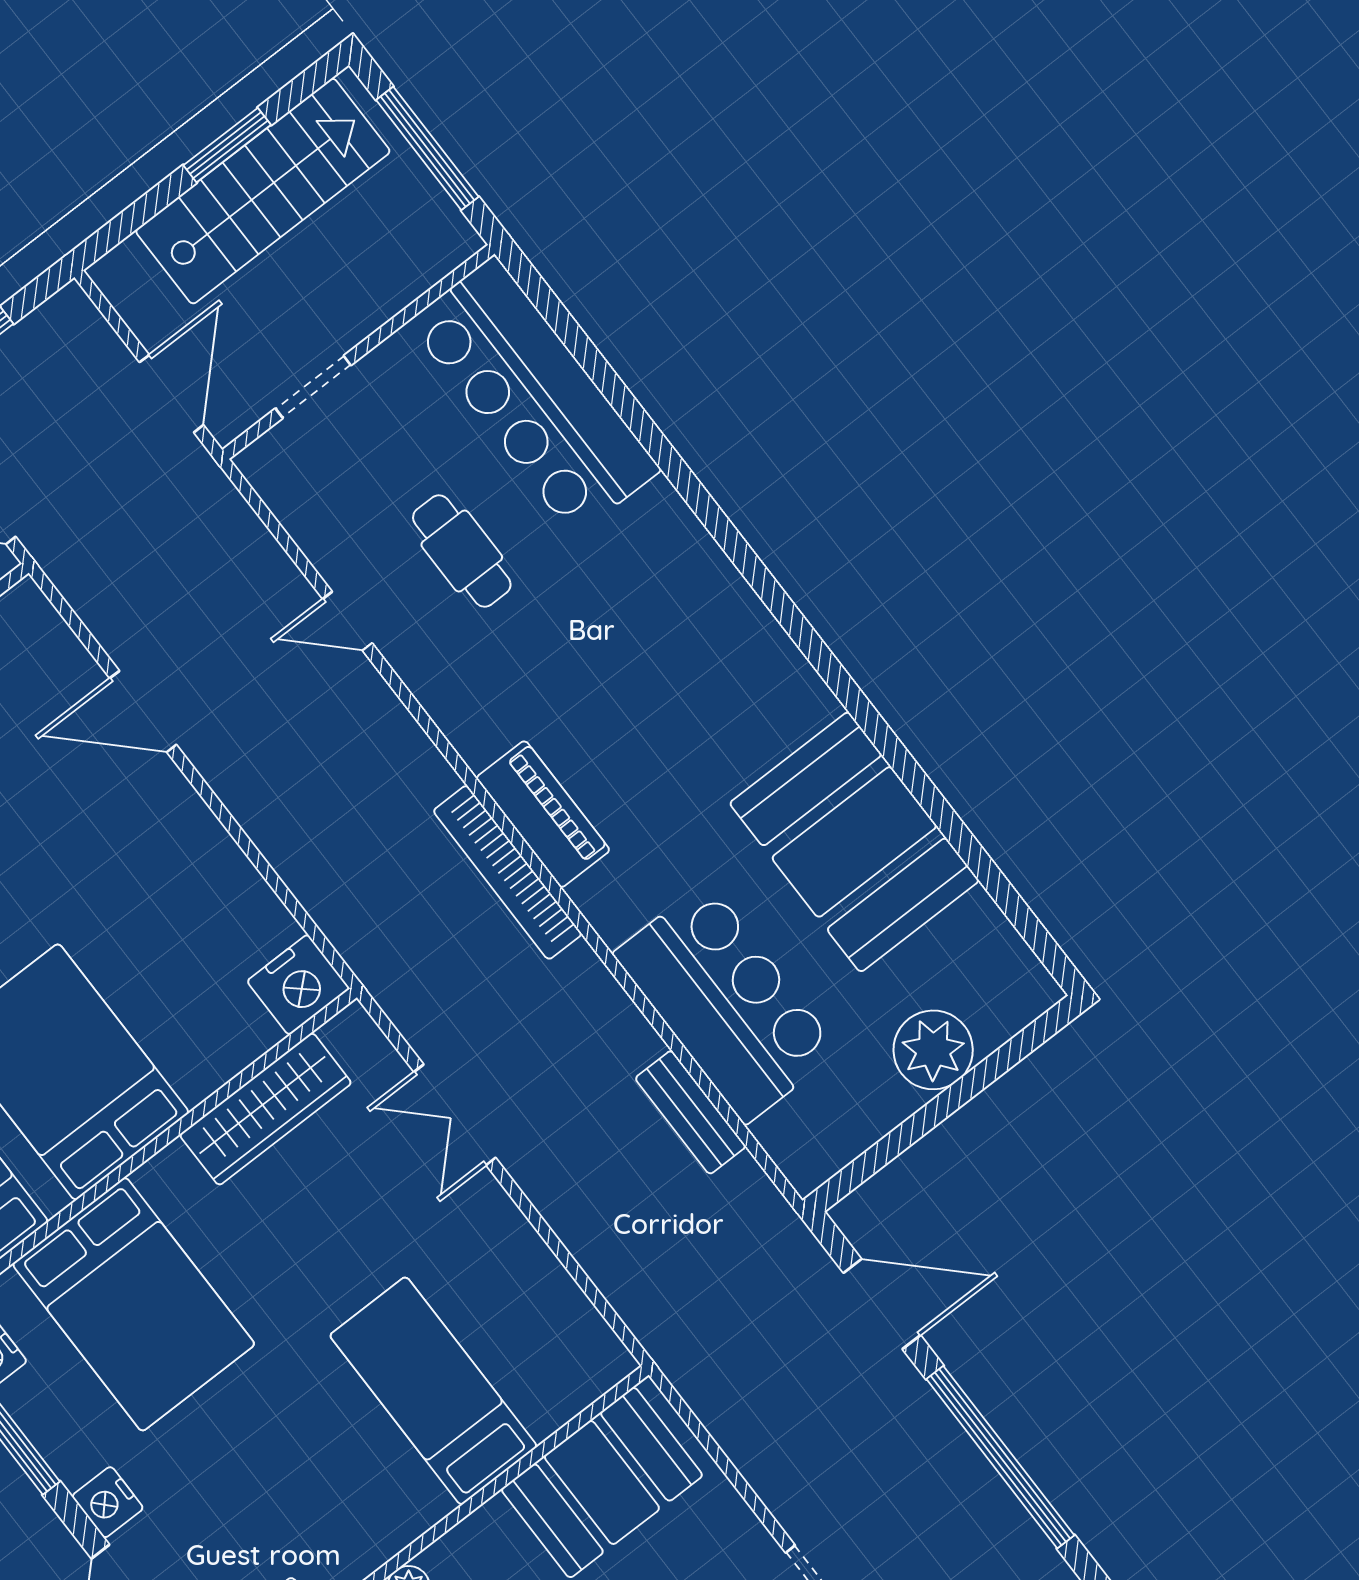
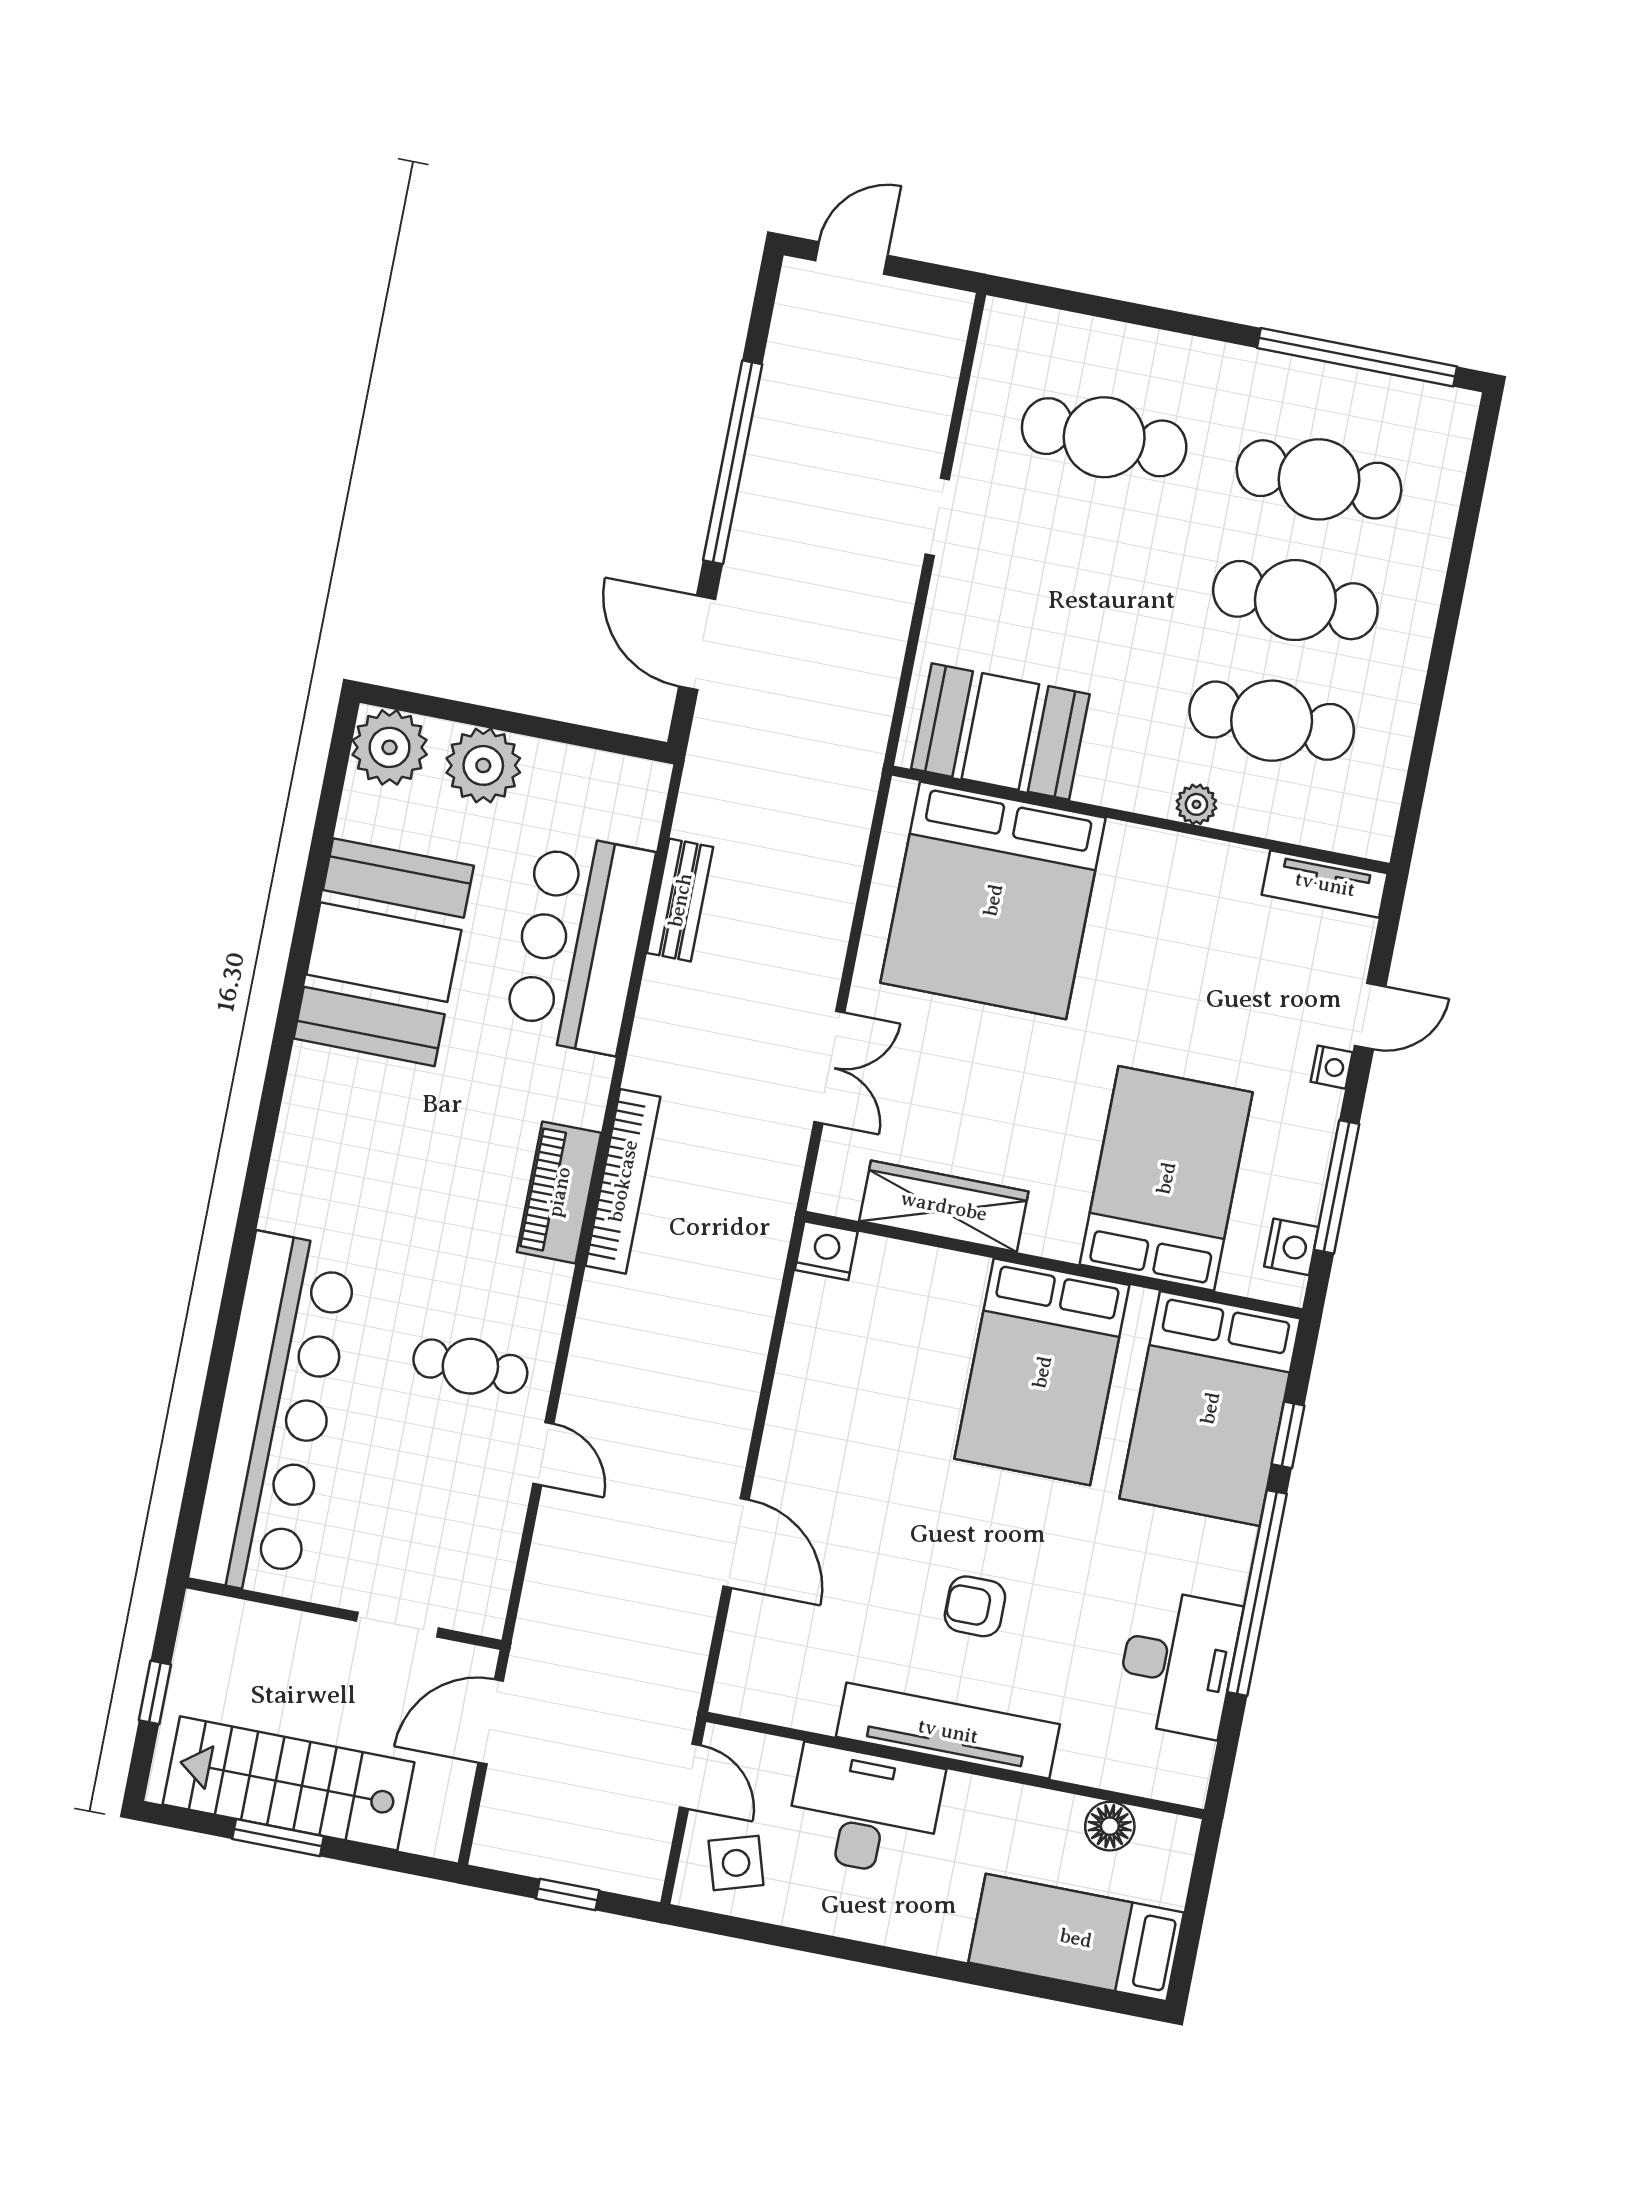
window: (427, 148) -> (155, 1692), width x0.46
bar counter: (534, 396) -> (274, 1414), width x1.36
cafe table: (462, 551) -> (470, 1366), moved, turned 90
nightstand: (298, 985) -> (826, 1251), width x0.74, depth x0.75
plant: (1012, 988) -> (390, 747), added
bed: (433, 1391) -> (993, 900), width x2.04
nightstand: (108, 1502) -> (1332, 1067), width x0.72, depth x0.74

